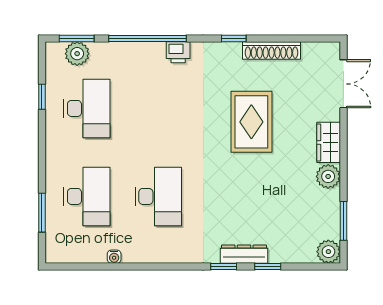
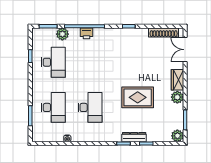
shoe rack: (272, 50) -> (164, 32), moved
printer: (178, 52) -> (86, 33), moved
plant: (77, 54) -> (62, 34), moved
double door: (343, 84) -> (185, 50), swing flipped
rug: (251, 122) -> (138, 97), moved, turned 90

